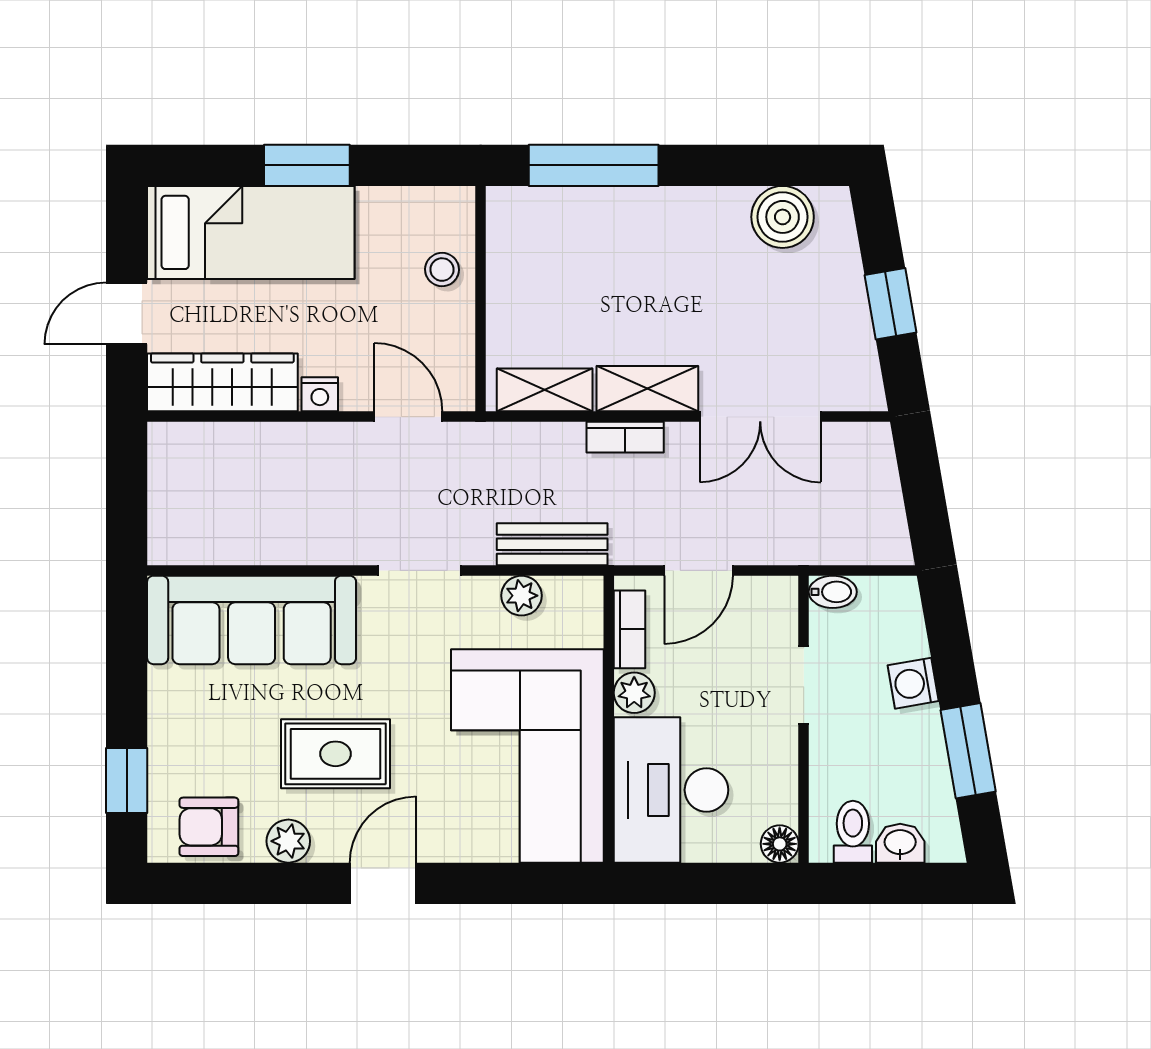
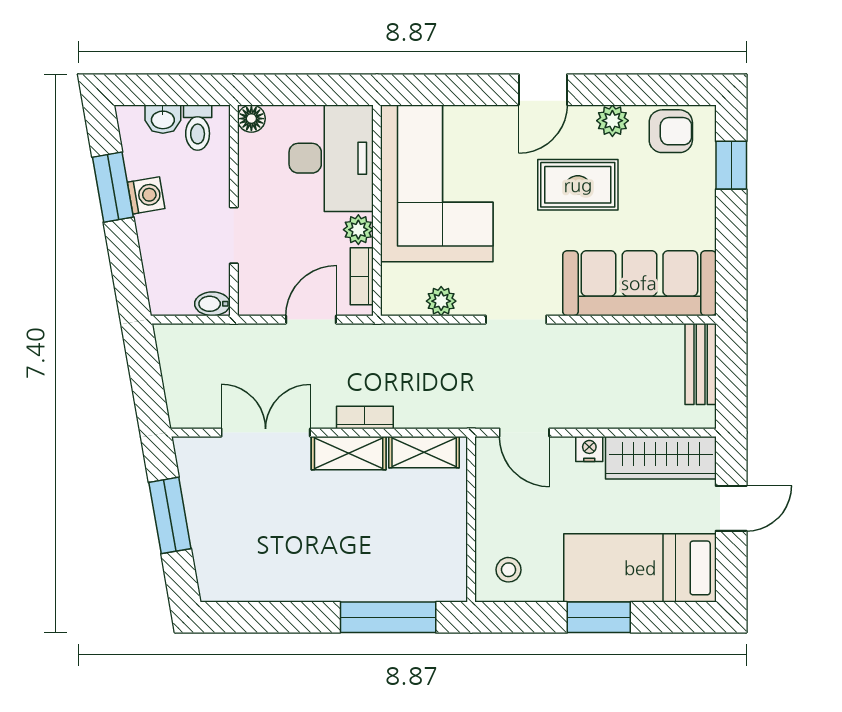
boiler: (783, 217) -> (249, 579), removed
stool: (442, 270) -> (509, 570), moved
window: (891, 304) -> (170, 515), width x1.50
bench: (552, 544) -> (701, 364), moved, turned 90
washing machine: (913, 683) -> (146, 195), moved

